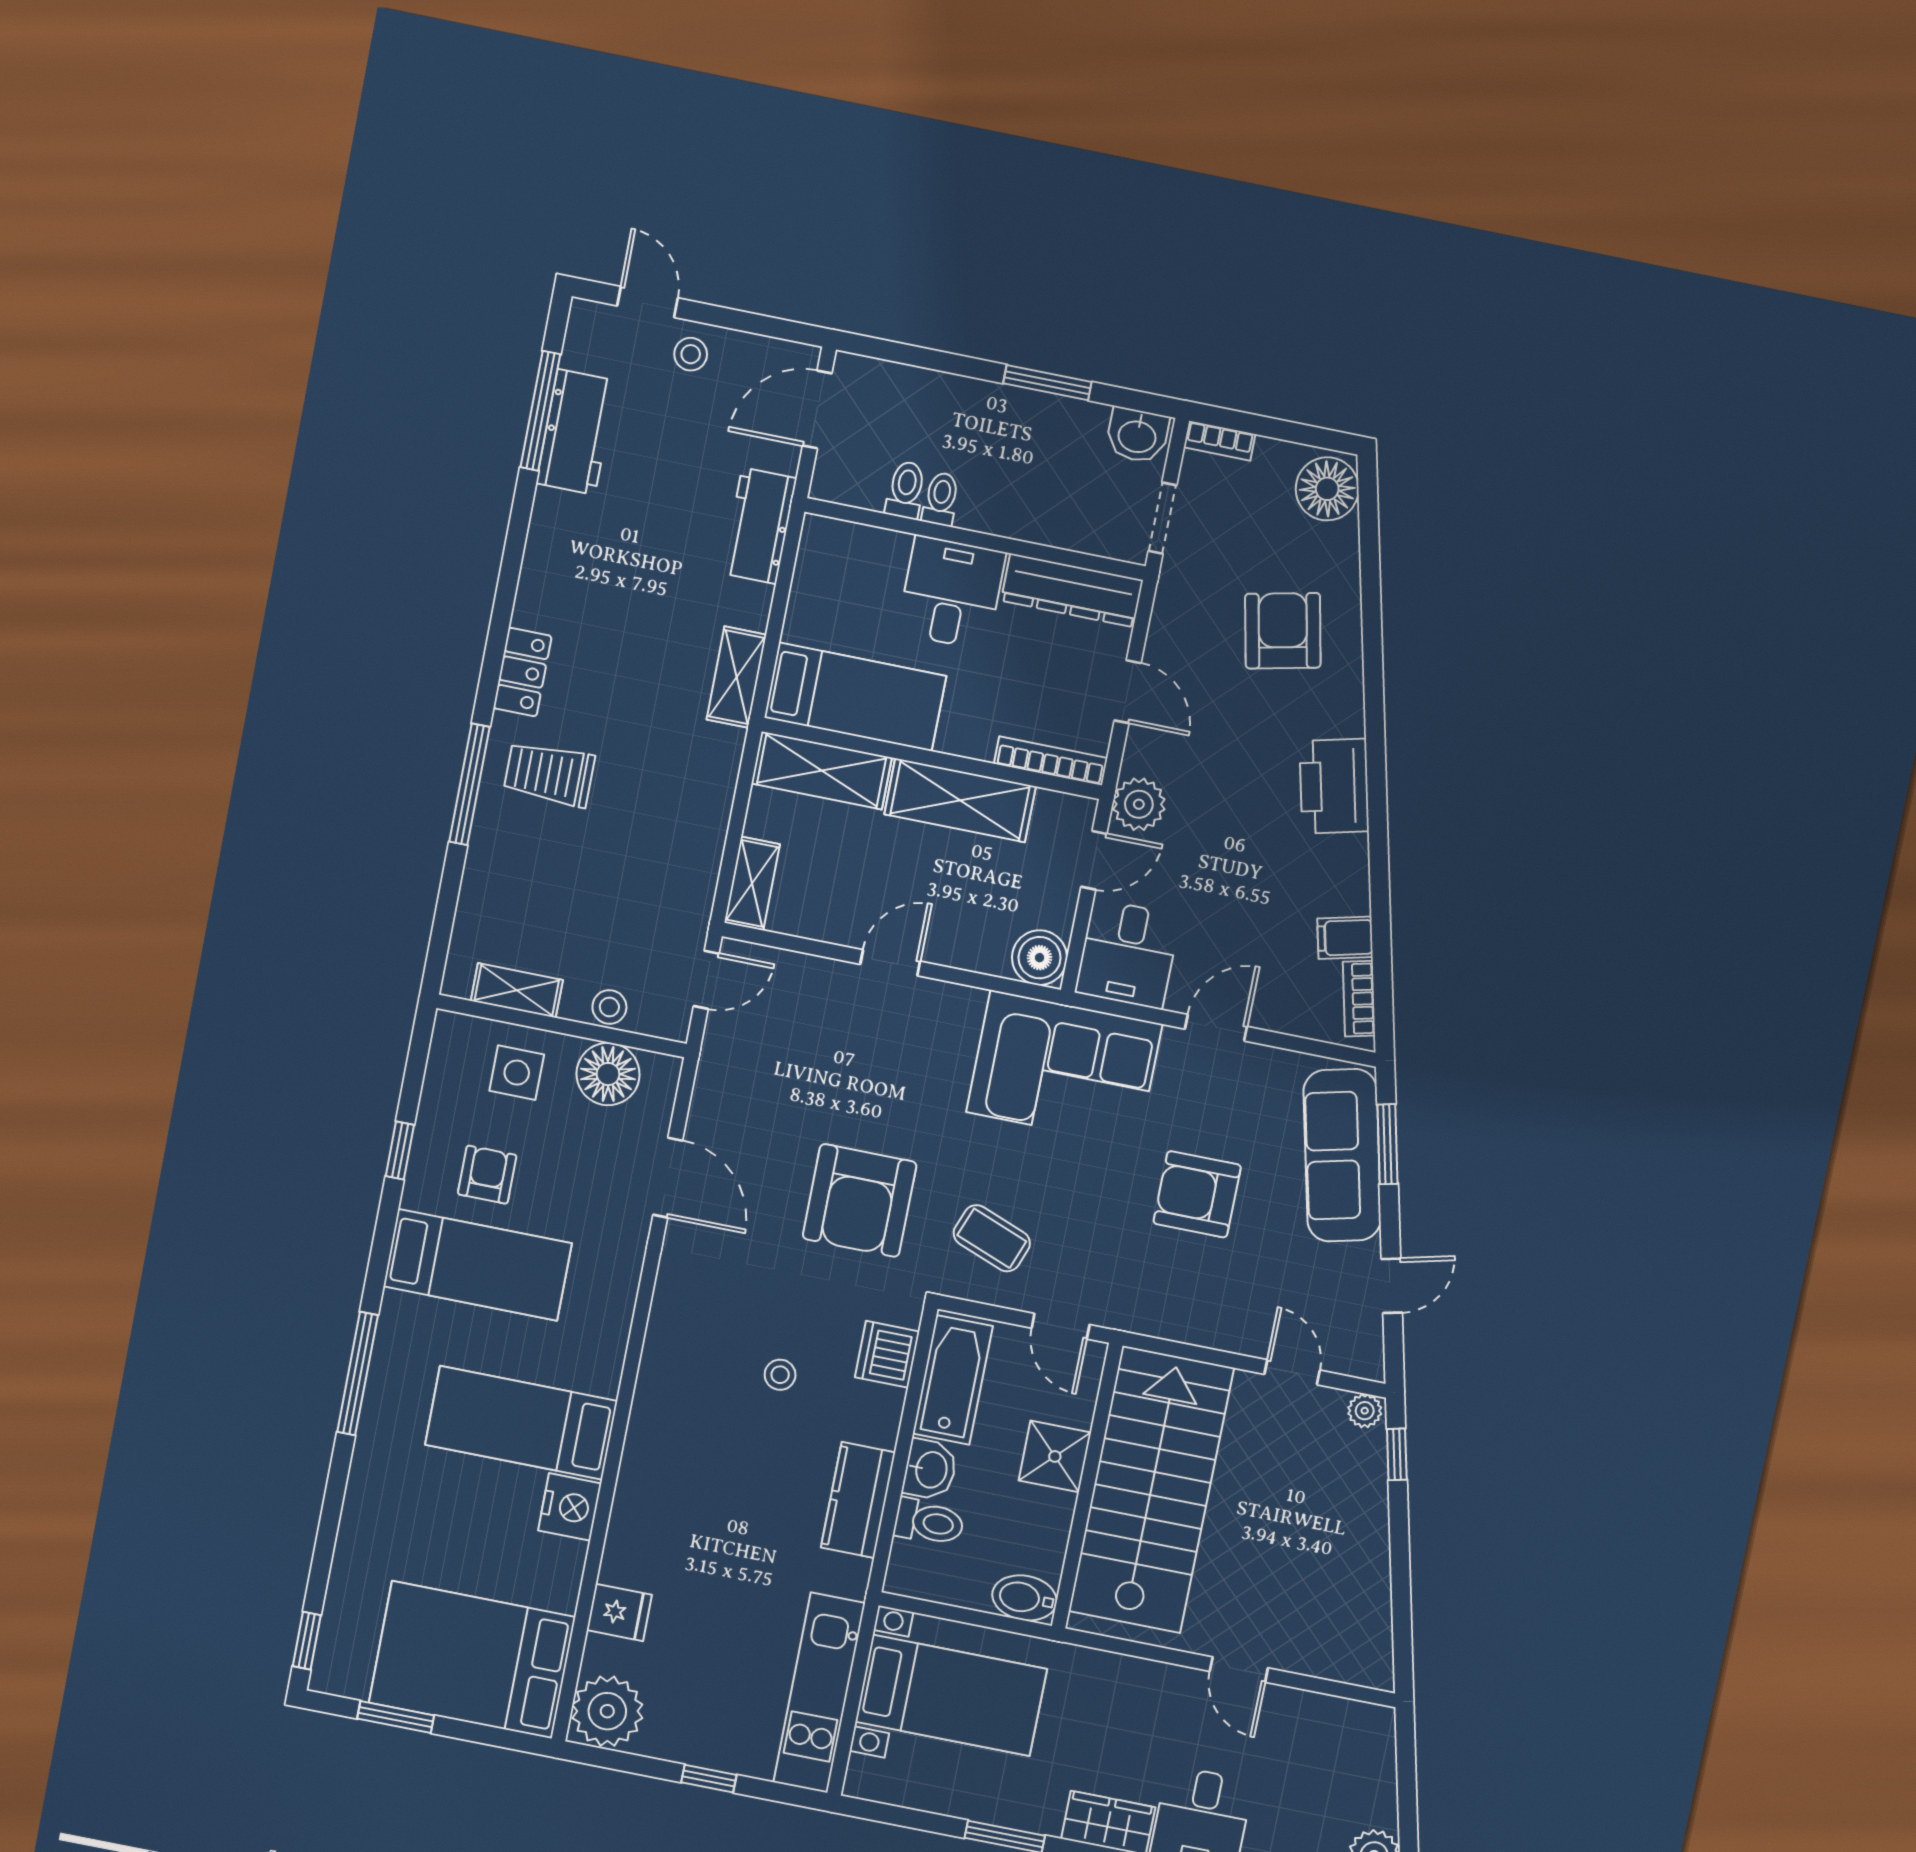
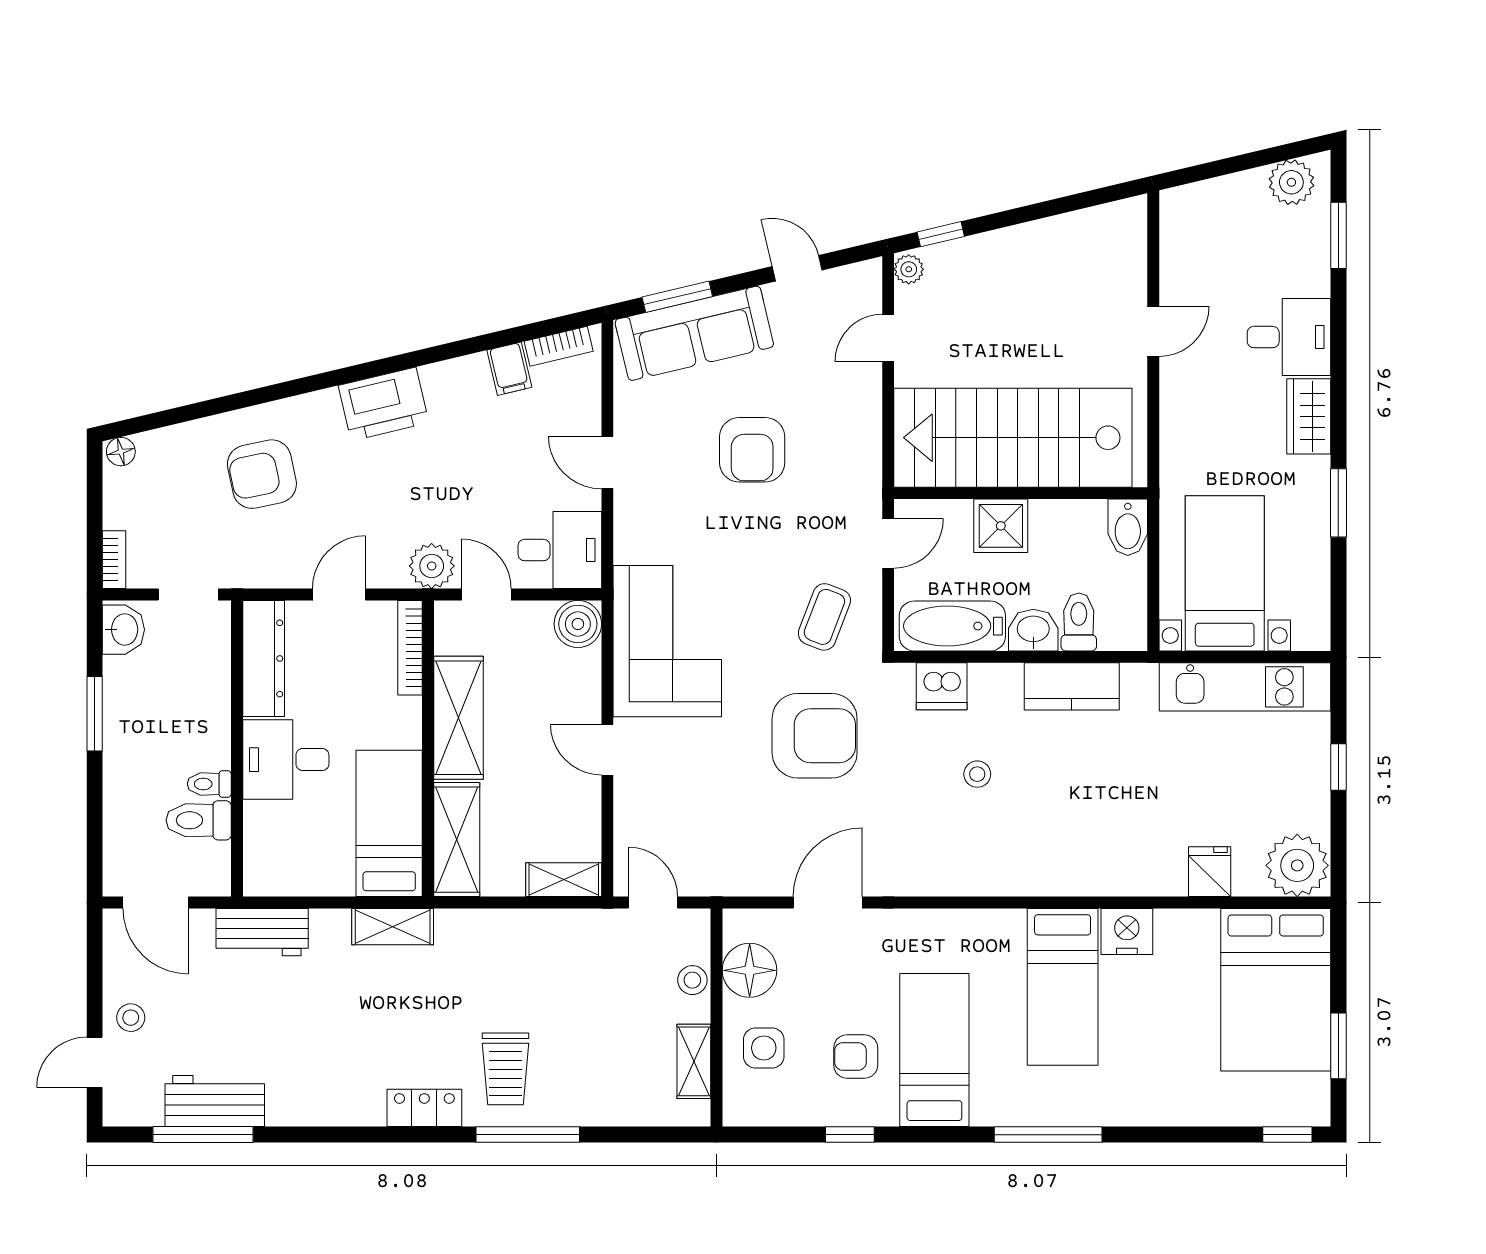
floor lamp: (1327, 489) -> (121, 452), width x0.53, depth x0.53
toilet: (906, 490) -> (199, 820), width x1.37, depth x1.39
corner sofa: (1064, 1068) -> (667, 641), moved

